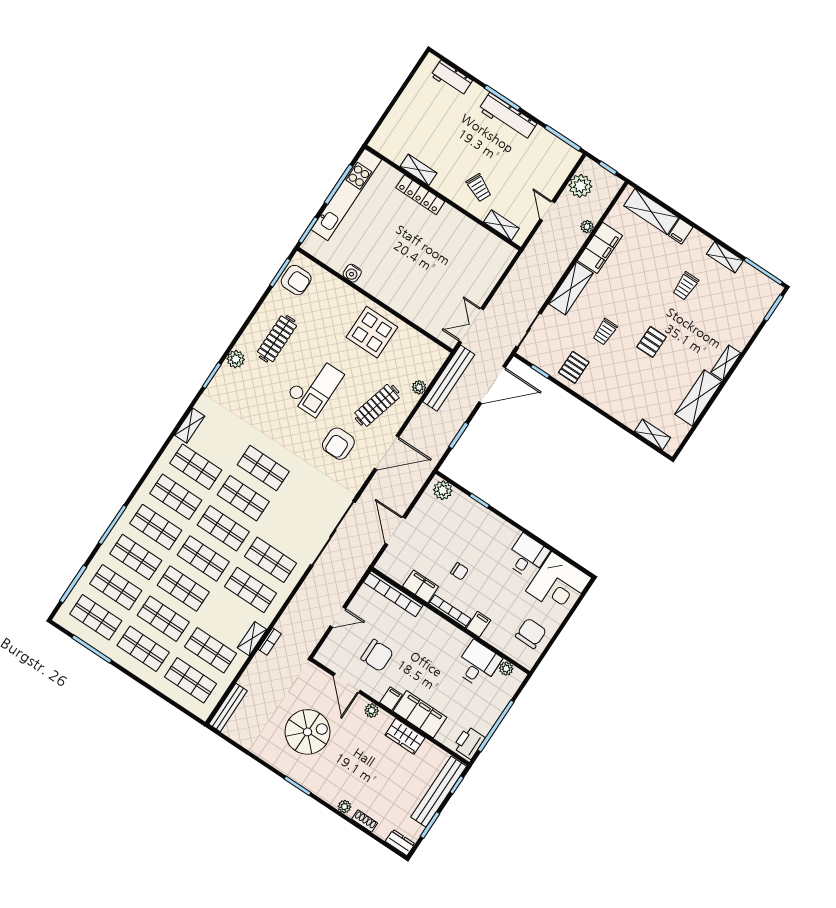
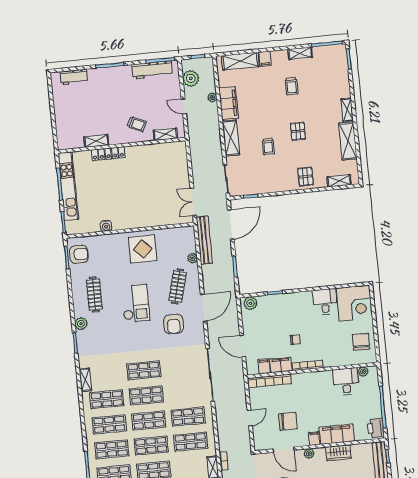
workbench: (508, 117) -> (152, 70), moved
pallet: (574, 367) -> (305, 177), moved
filing cabinet: (478, 624) -> (264, 366), moved

